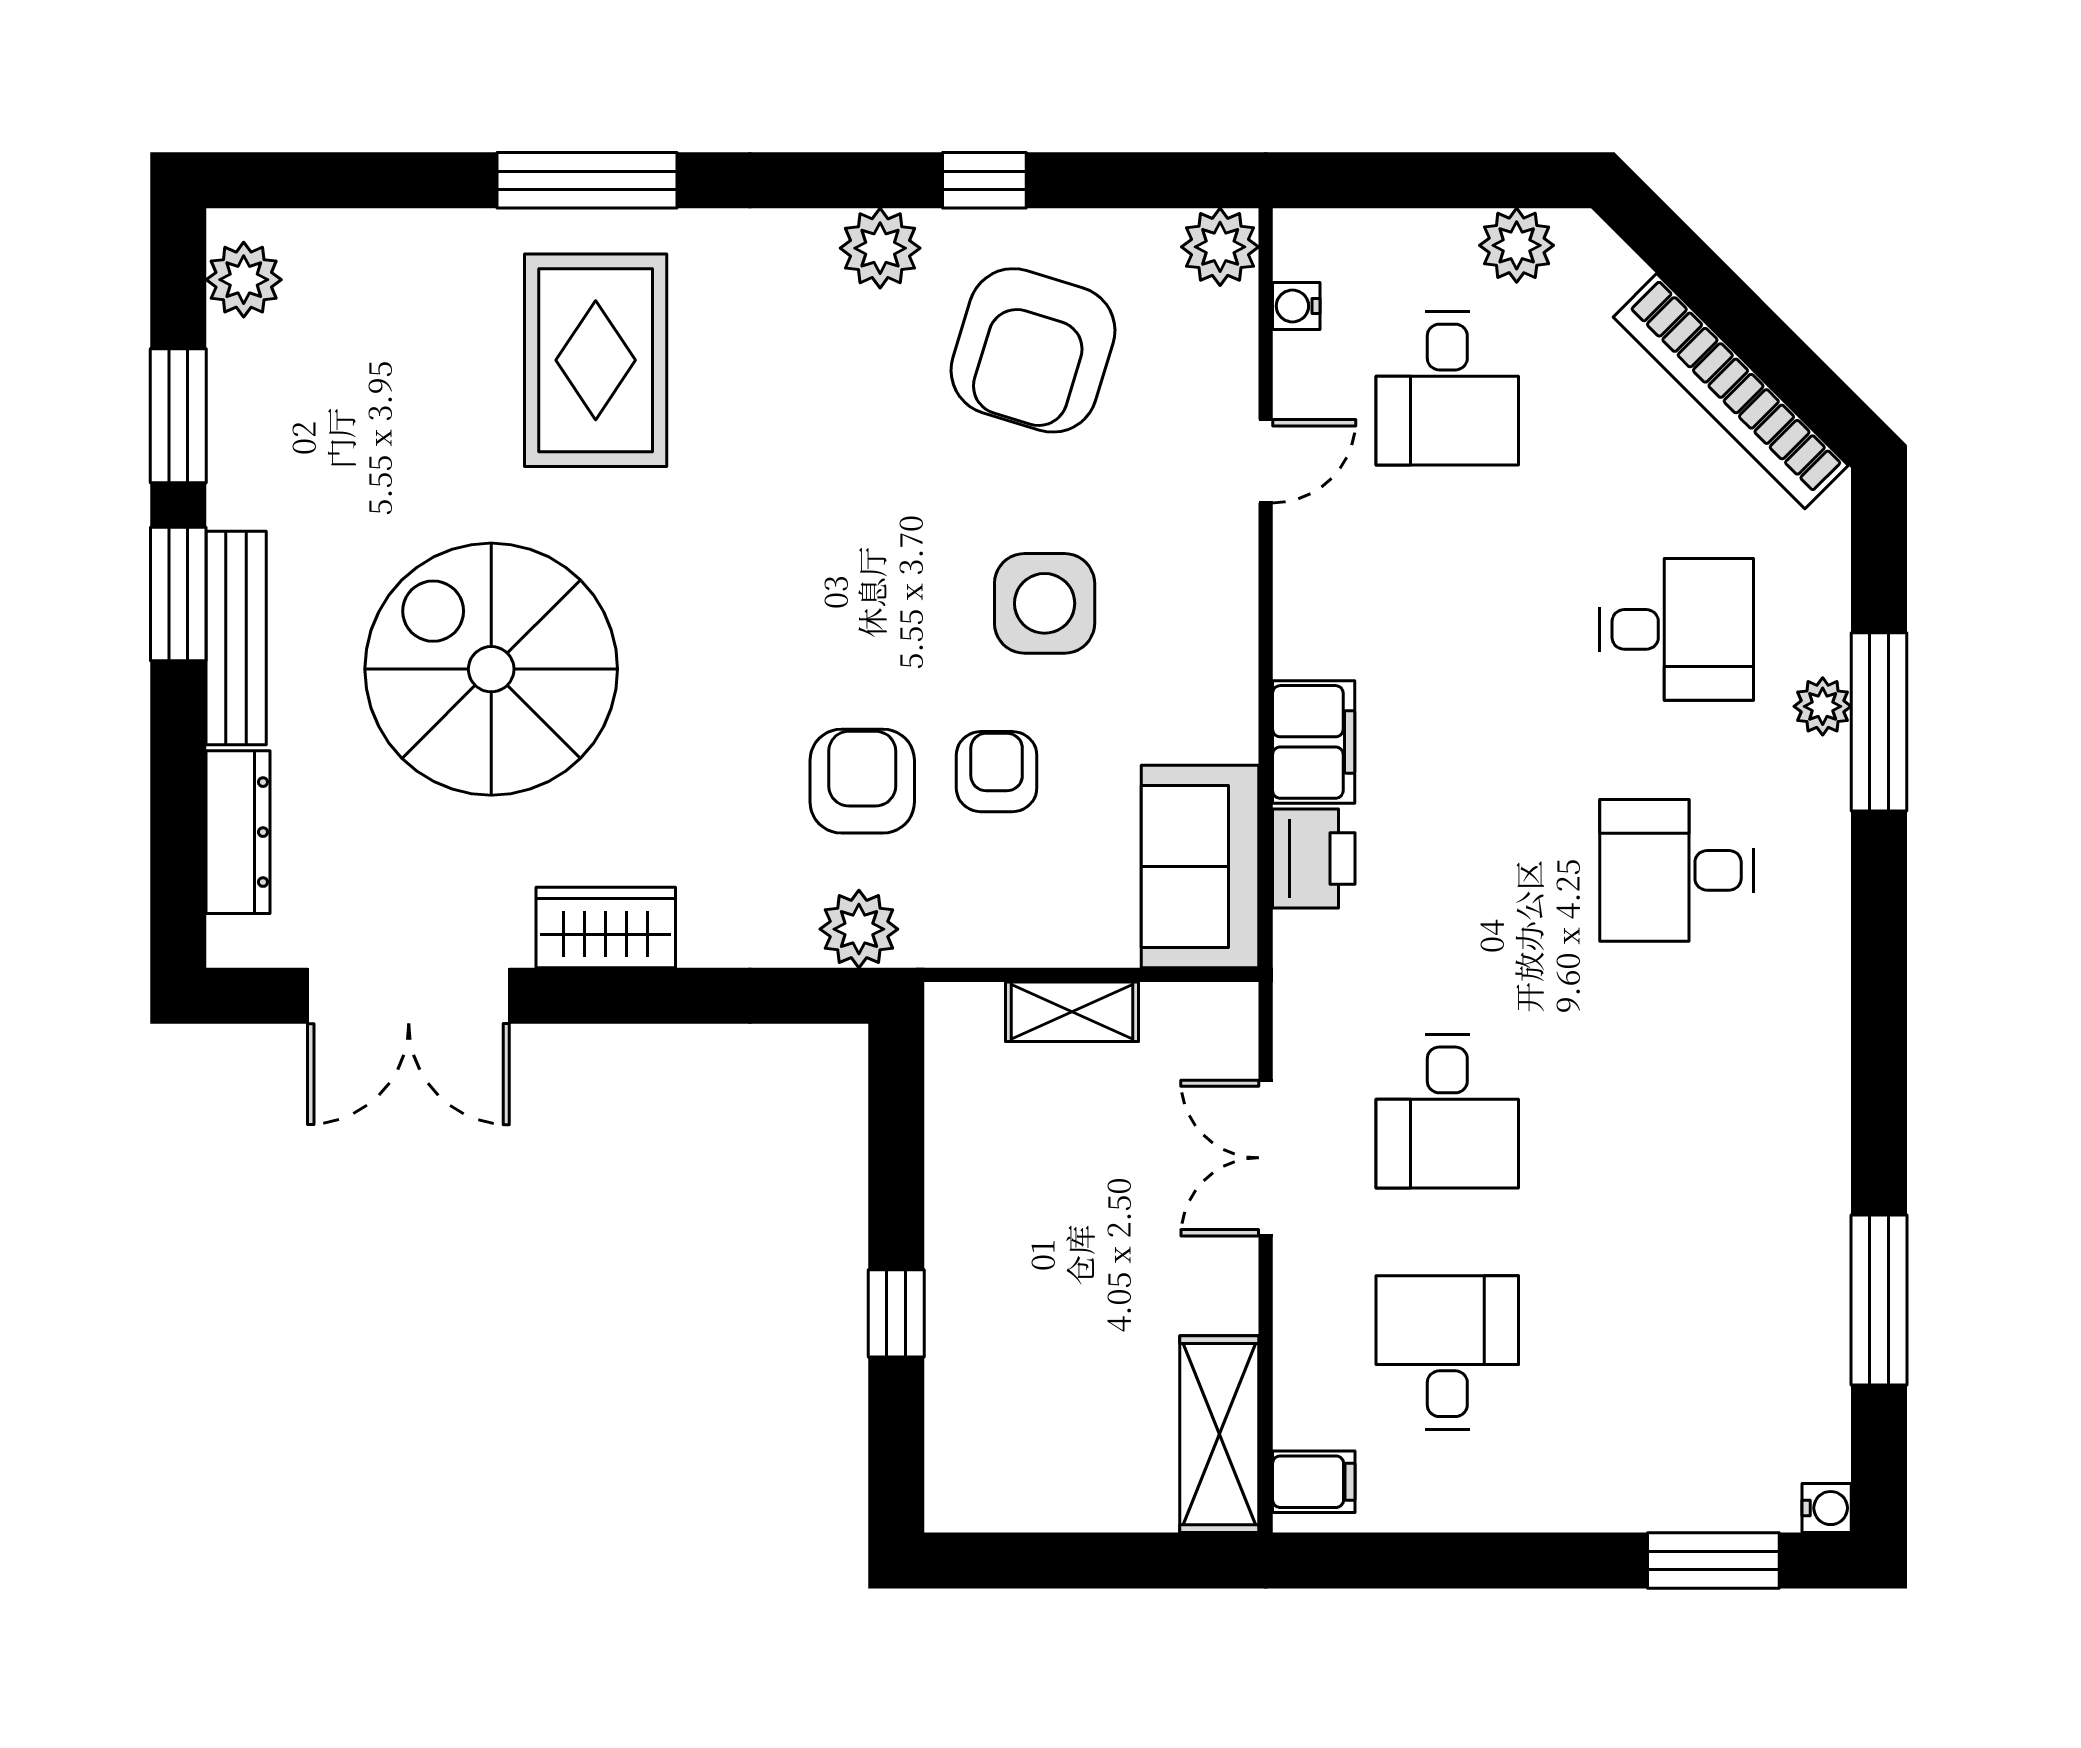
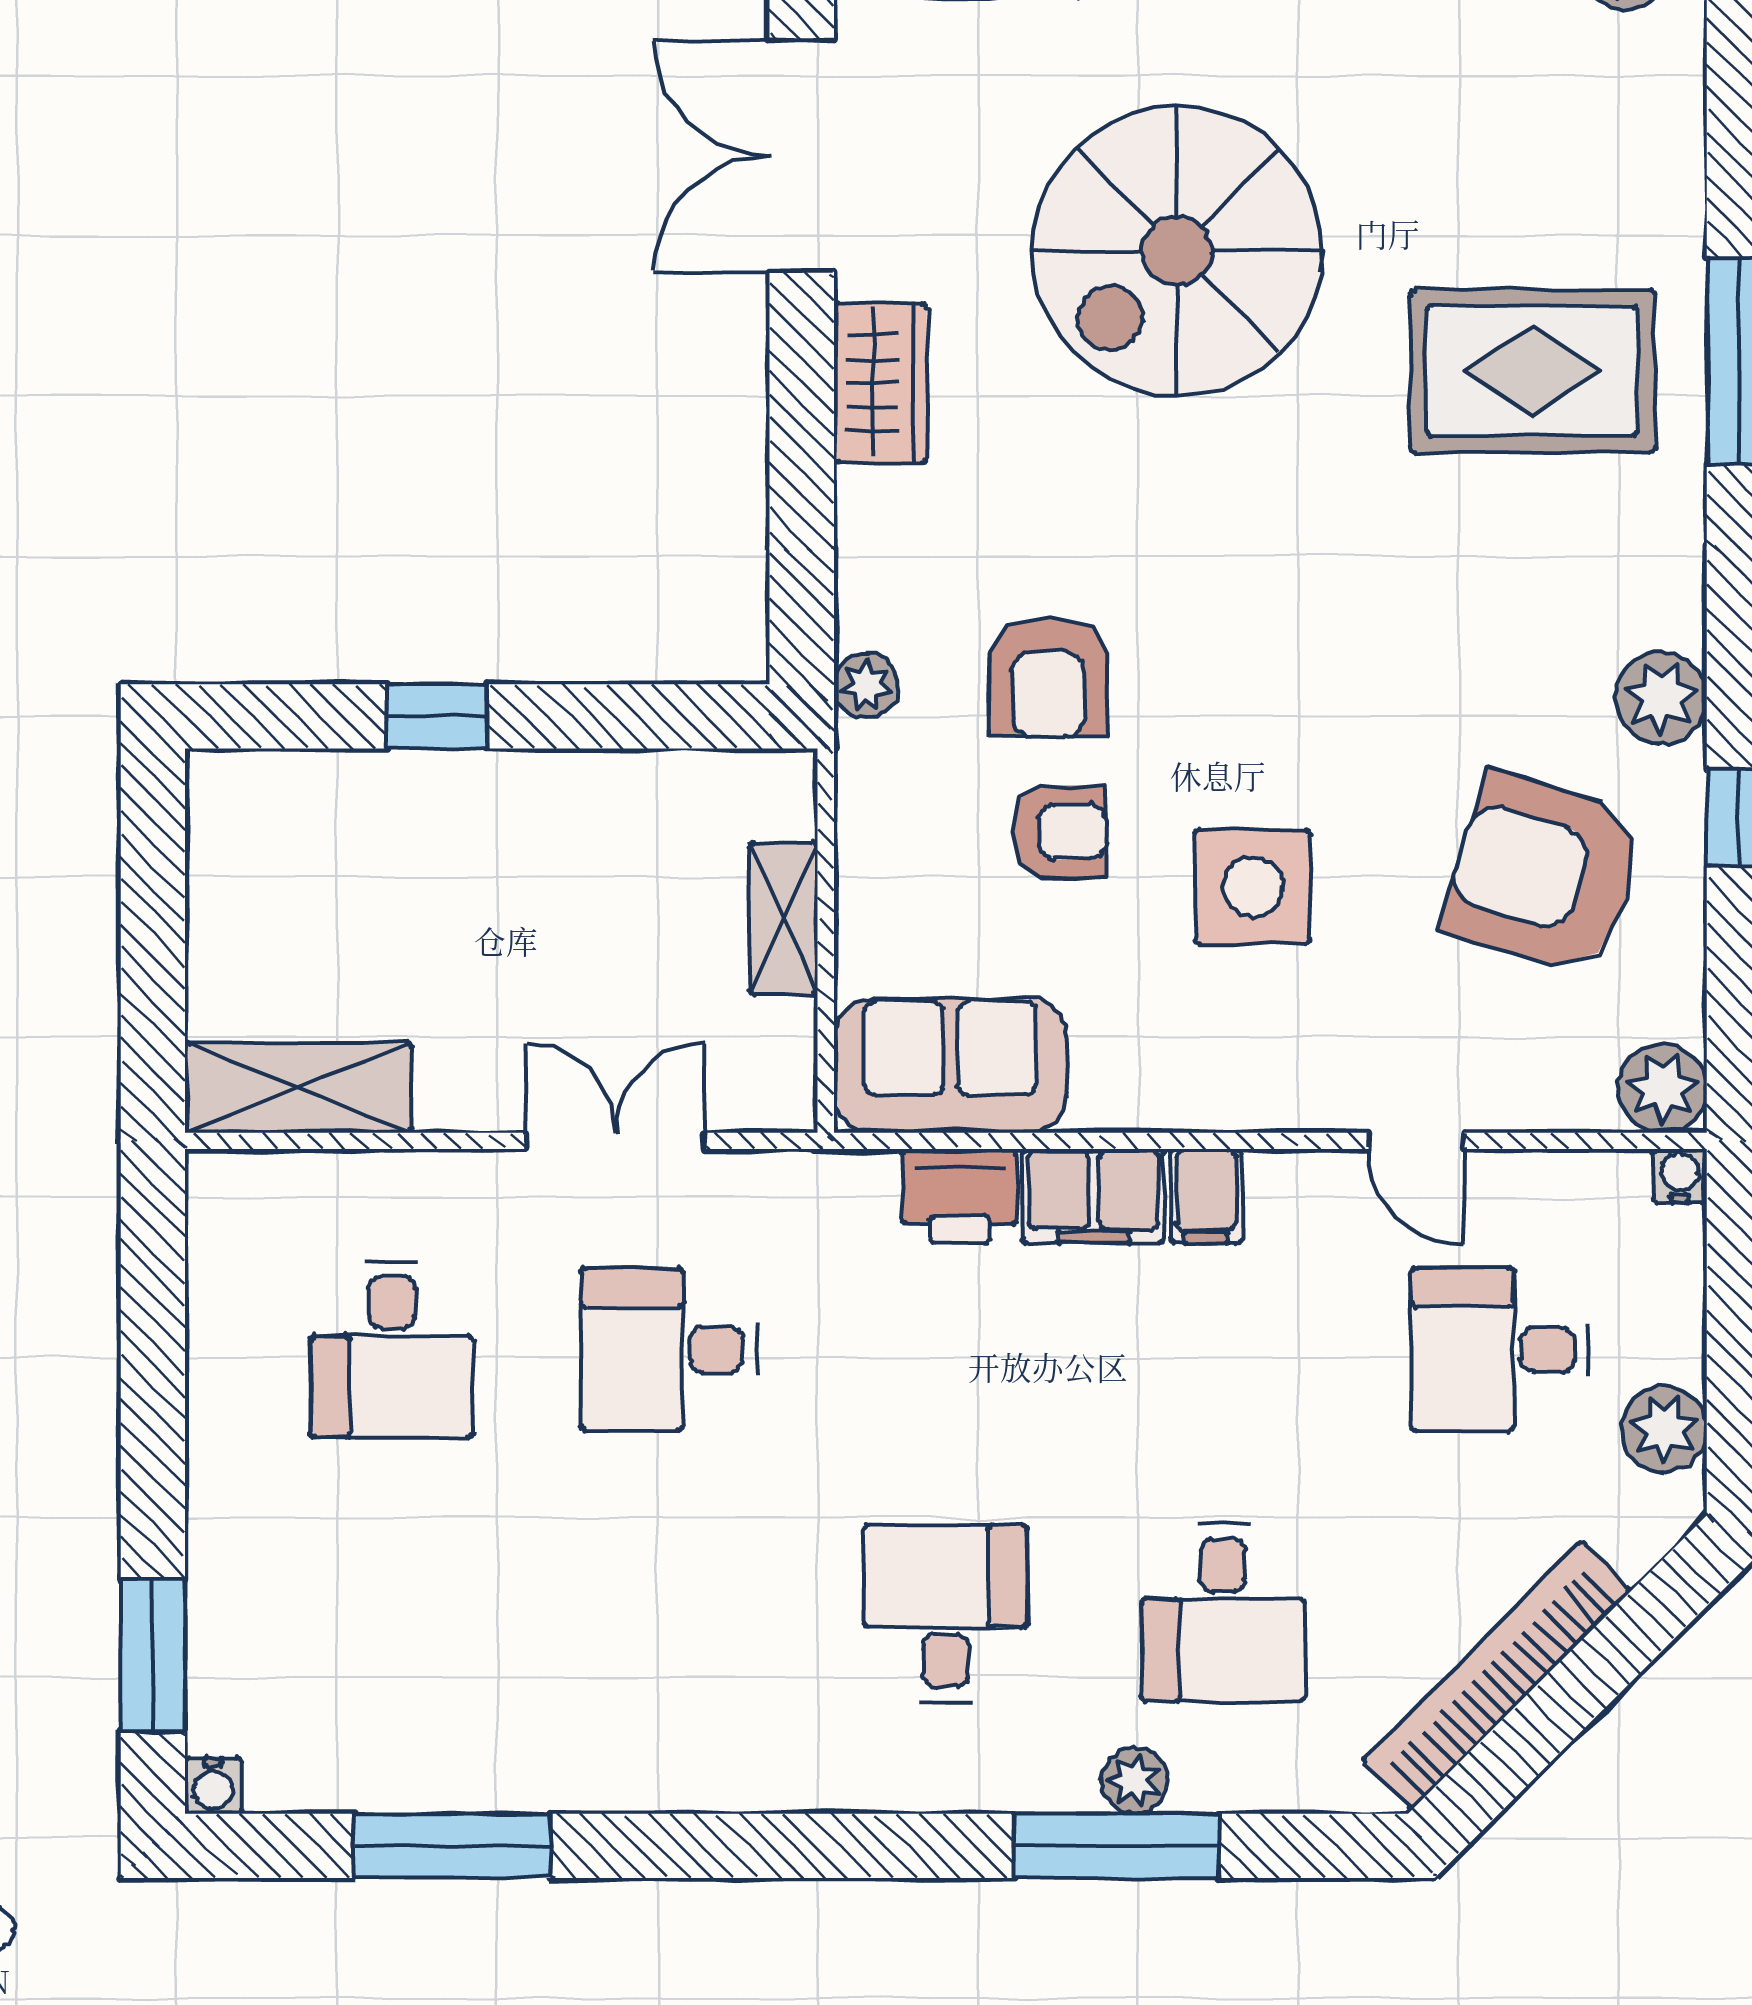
water cooler: (1296, 306) -> (1680, 1176), moved
spiral stairs: (491, 669) -> (1177, 251), turned 180
armchair: (862, 781) -> (1048, 677), turned 90
plant: (859, 929) -> (866, 686), width x0.73, depth x0.73
desk: (1447, 1352) -> (392, 1350), turned 90
filing cabinet: (1314, 1482) -> (1206, 1196), moved

